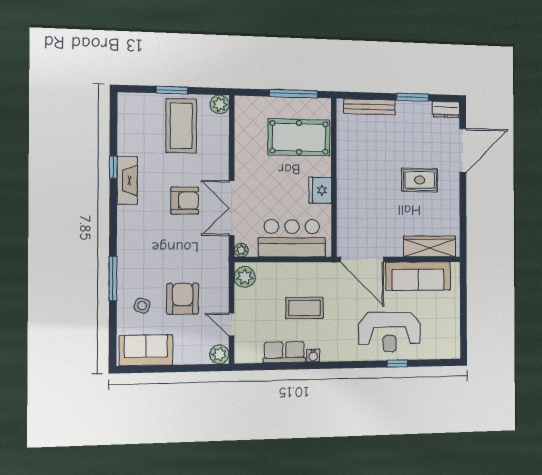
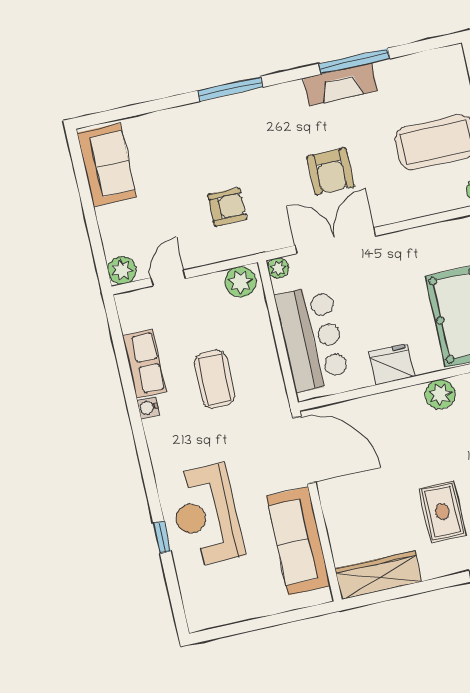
plant: (346, 163) -> (440, 394), added
window: (113, 167) -> (355, 61), width x2.17
wardrobe: (430, 246) -> (378, 575), moved, turned -90
door: (362, 259) -> (304, 450), swing flipped
window: (113, 278) -> (230, 89), moved
armchair: (183, 299) -> (227, 207), moved, width x0.72, depth x0.72
side table: (142, 306) -> (168, 145), removed

